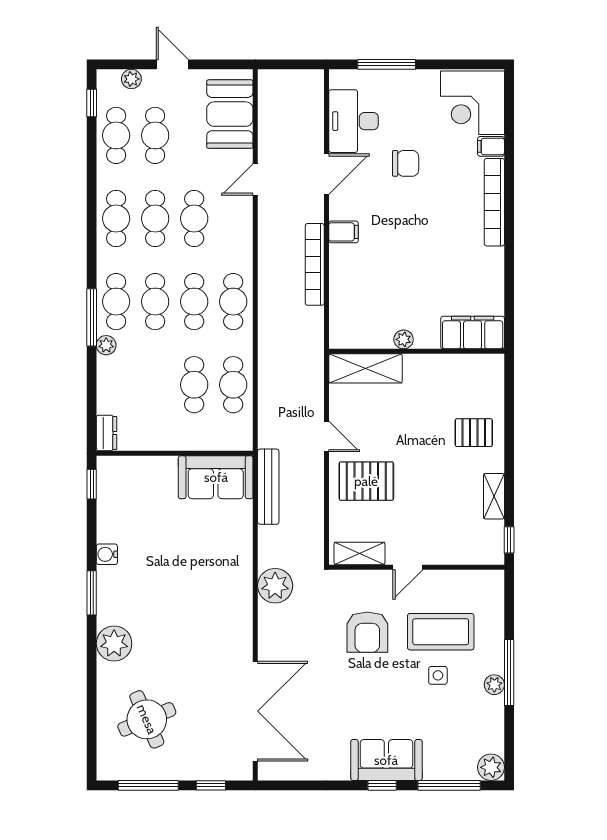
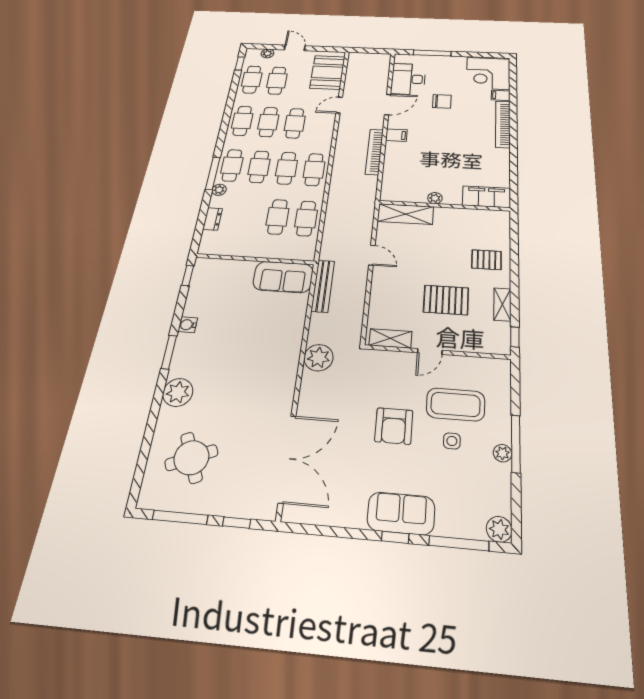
dresser: (107, 433) -> (212, 219), moved
pallet: (366, 481) -> (446, 300), moved
armchair: (367, 632) -> (394, 426), moved

